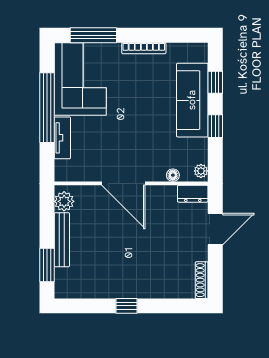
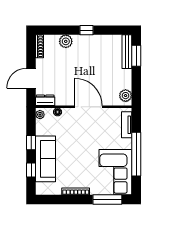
tv unit: (62, 138) -> (127, 125), moved
bench: (62, 240) -> (127, 52), moved
plant: (160, 288) -> (66, 41), added

